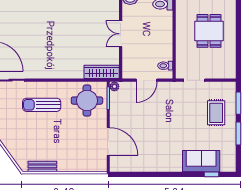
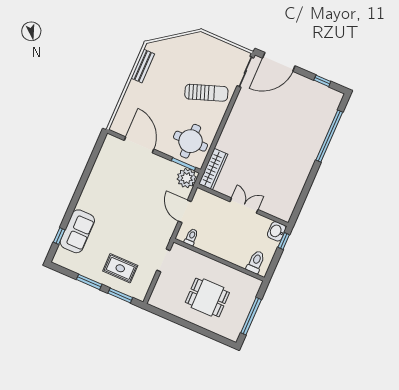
plant: (114, 86) -> (187, 178), width x1.88, depth x1.88
sun lounger: (42, 105) -> (206, 93), turned 70
door: (108, 141) -> (139, 145), swing flipped

